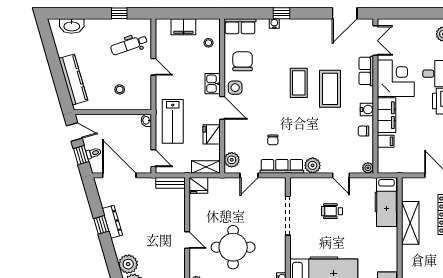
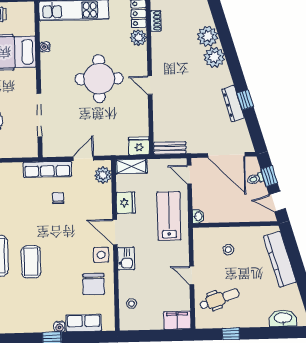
row of seats: (240, 26) -> (84, 323), moved
filing cabinet: (183, 27) -> (177, 320), moved
plant: (313, 165) -> (14, 171), removed

